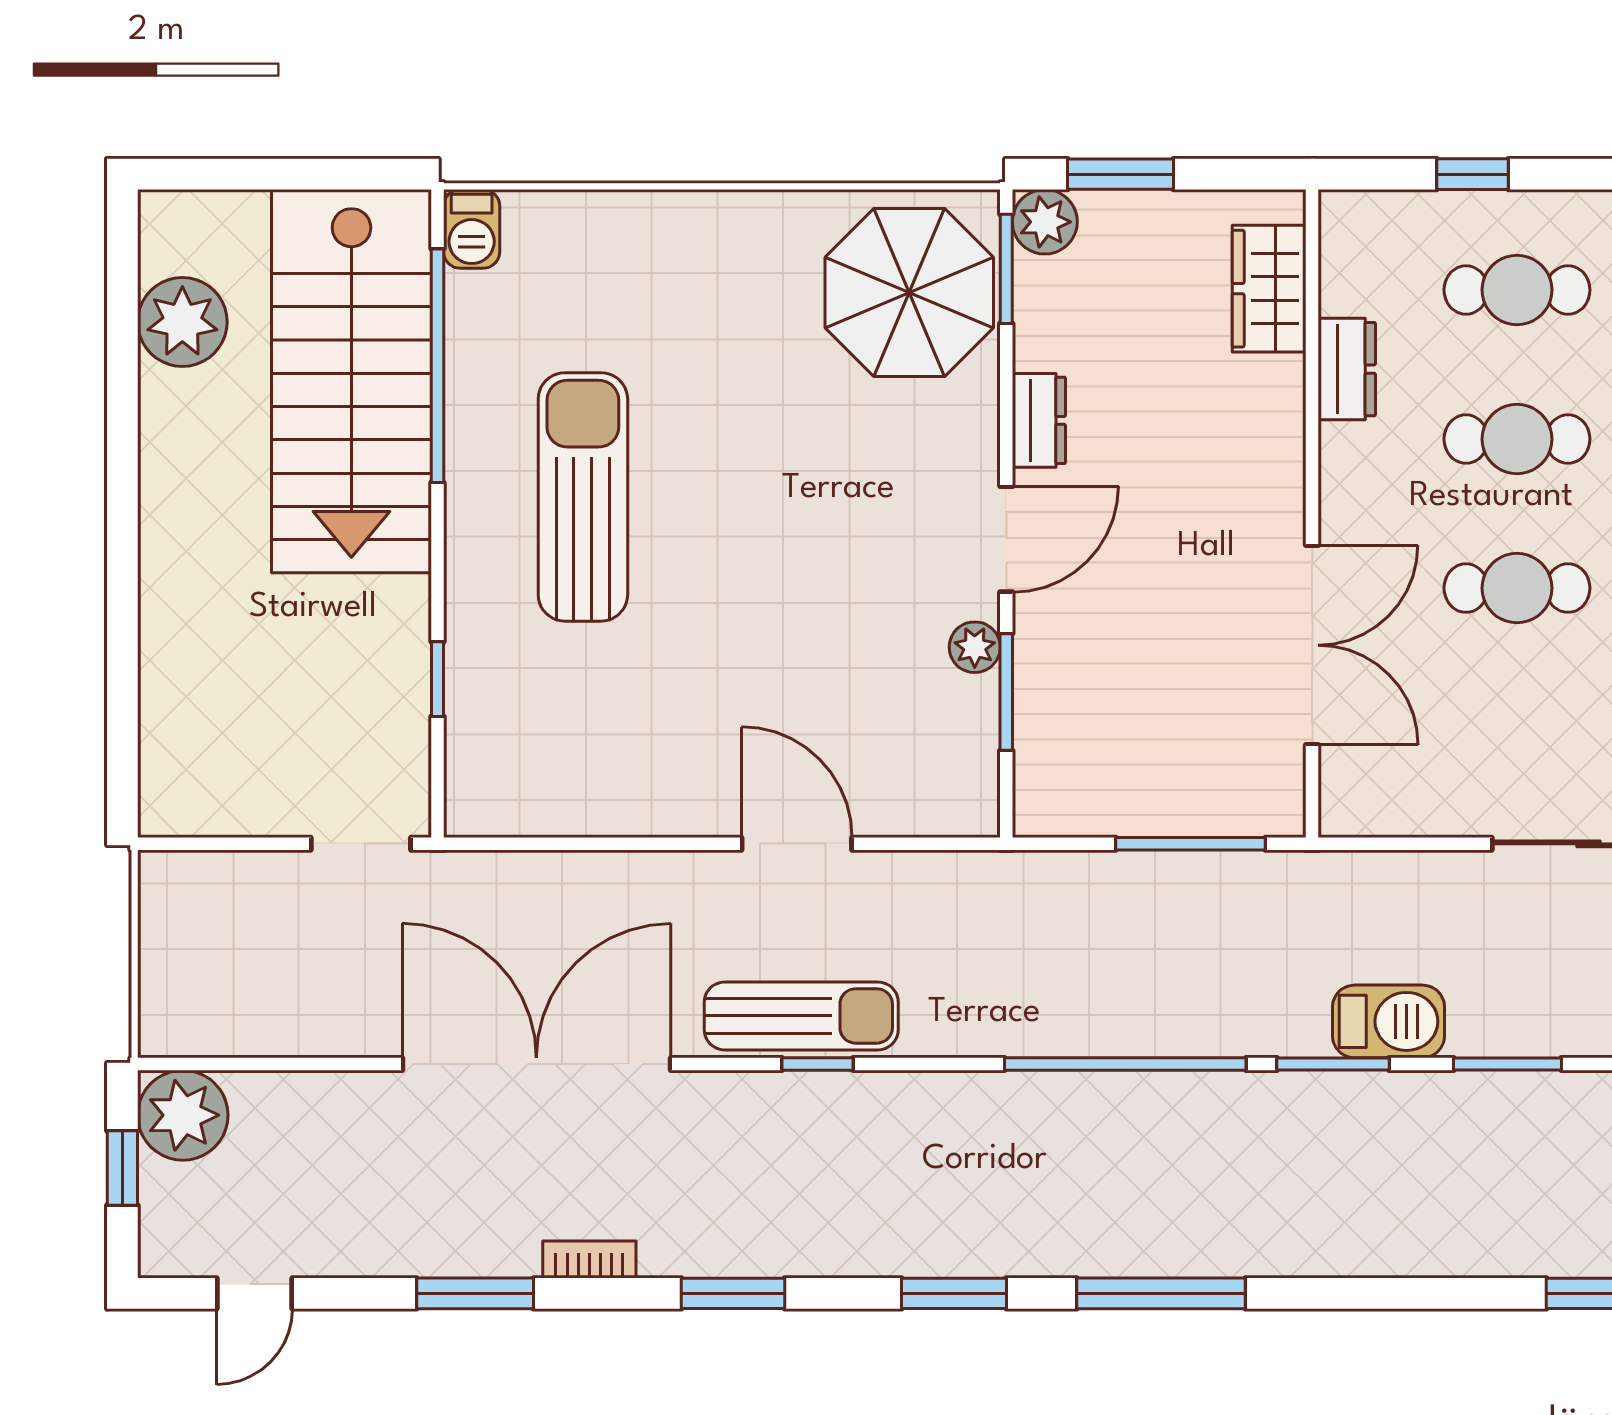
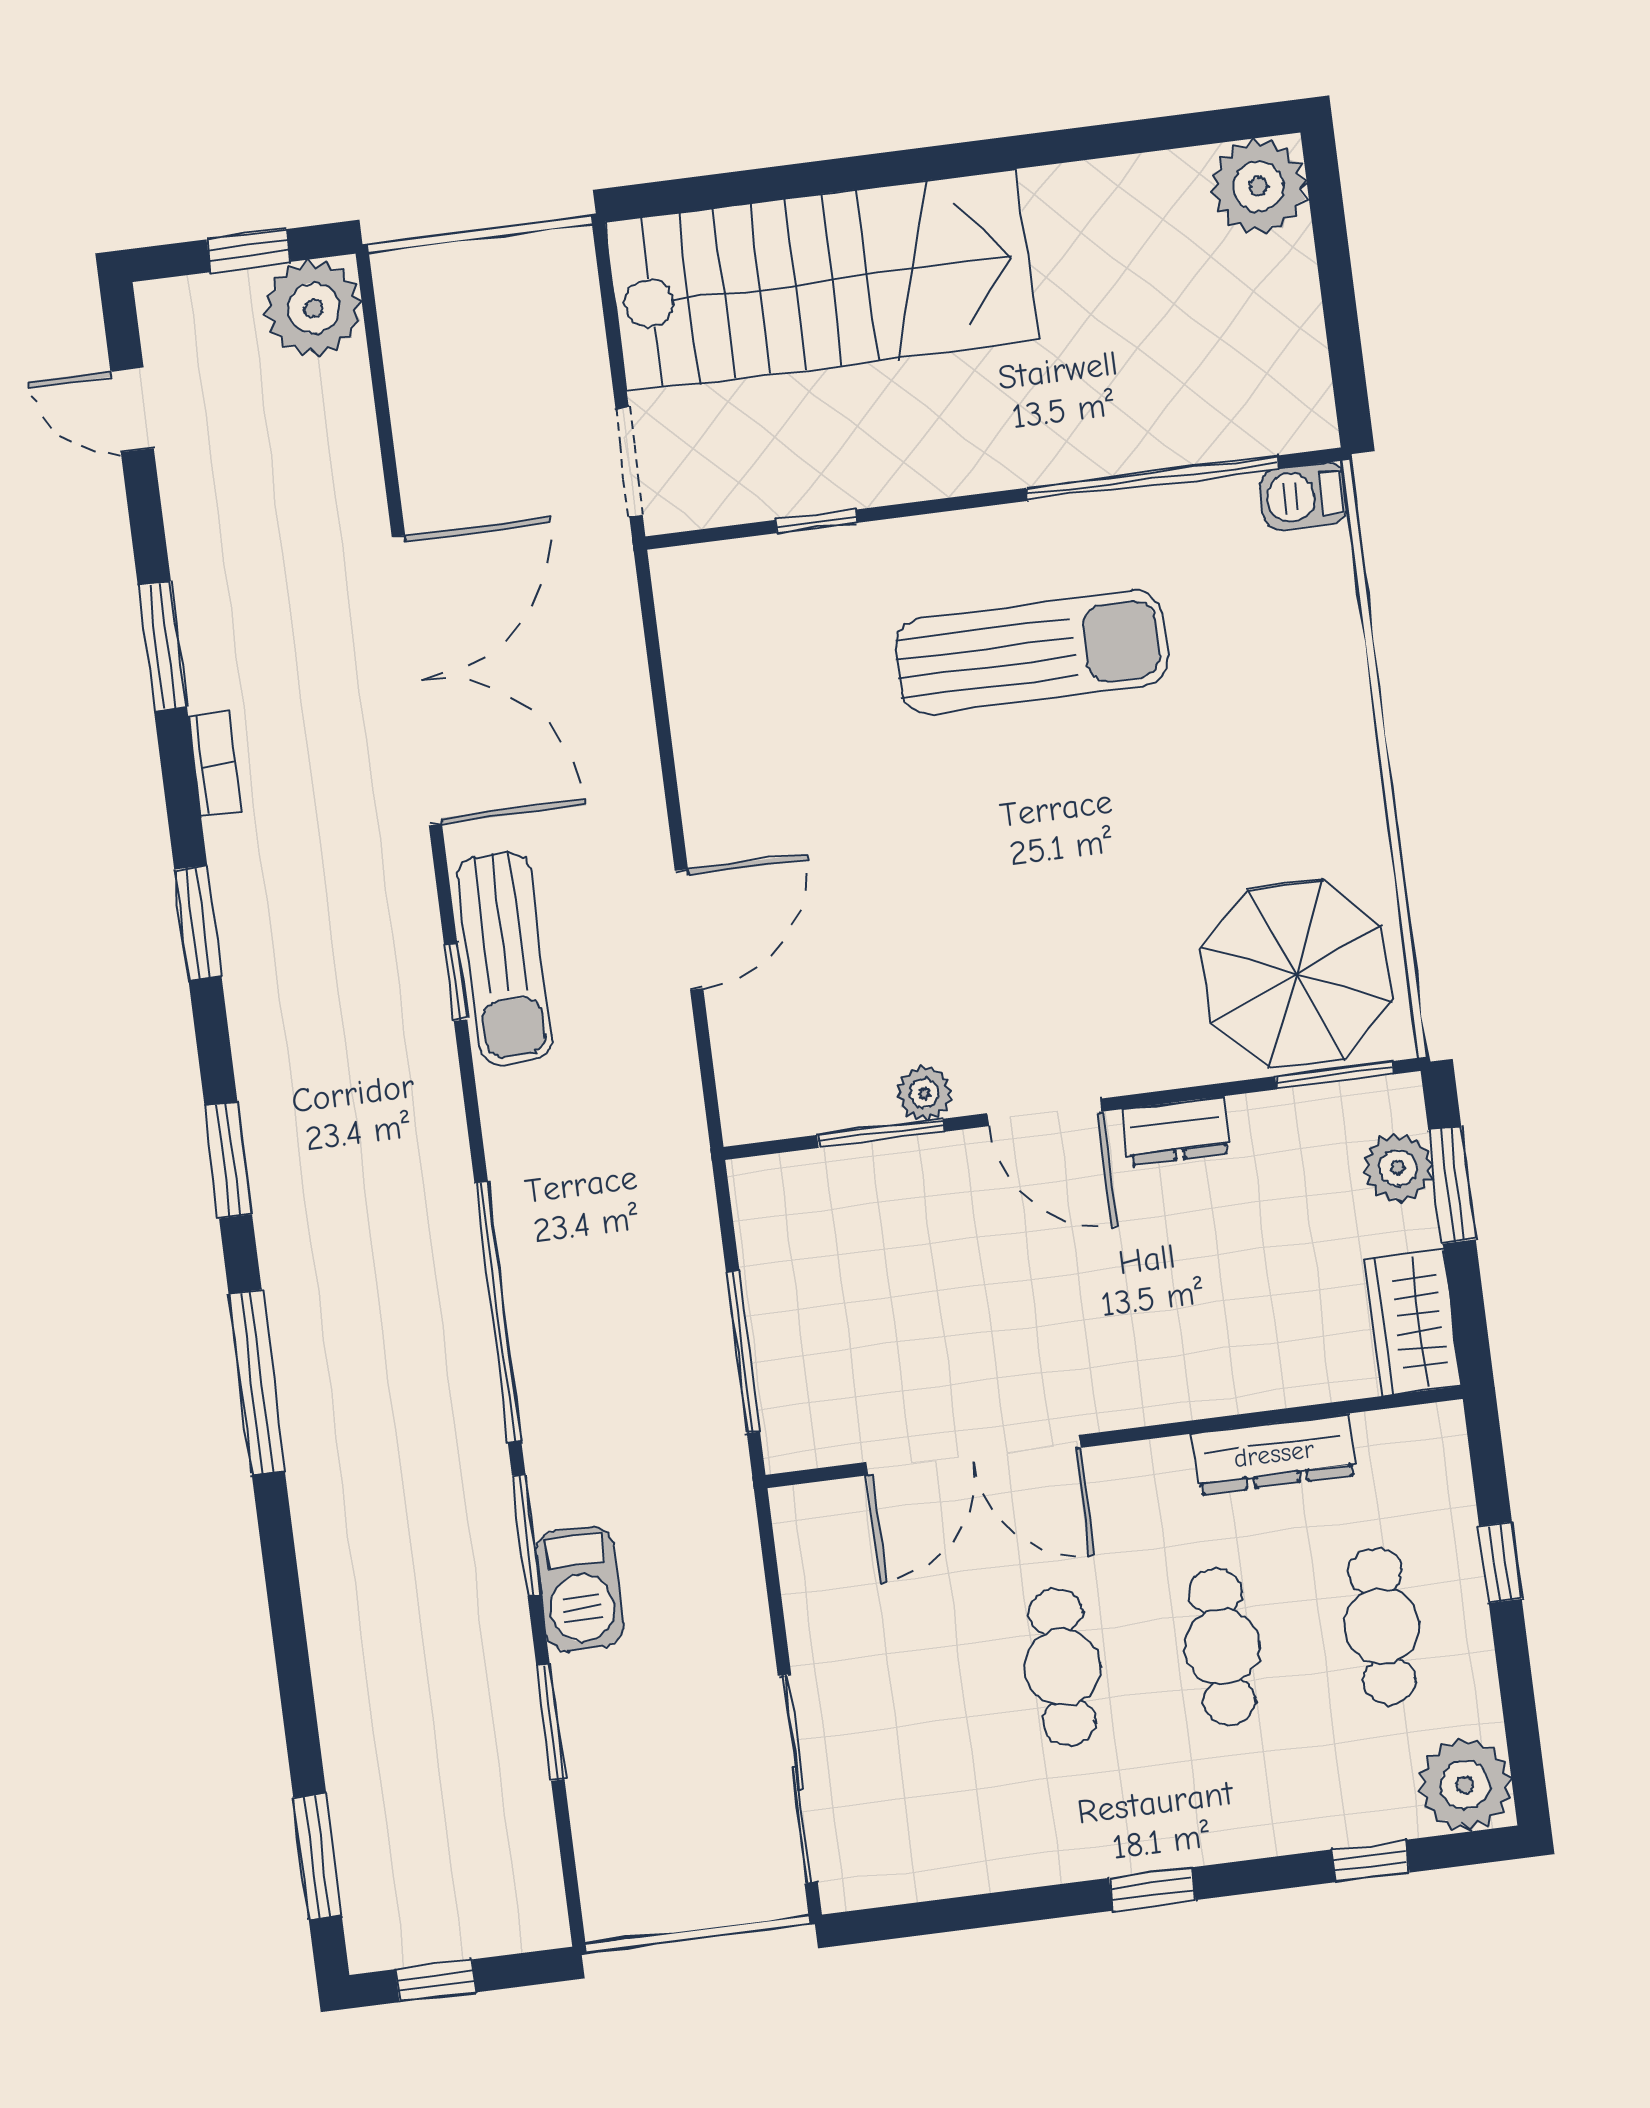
plant: (1045, 222) -> (1398, 1168), moved
wardrobe: (1269, 289) -> (1413, 1323), moved, turned -90
plant: (182, 322) -> (1259, 186), moved
dresser: (1347, 369) -> (1274, 1454), width x1.44
stairs: (351, 381) -> (822, 281), moved, turned 180

